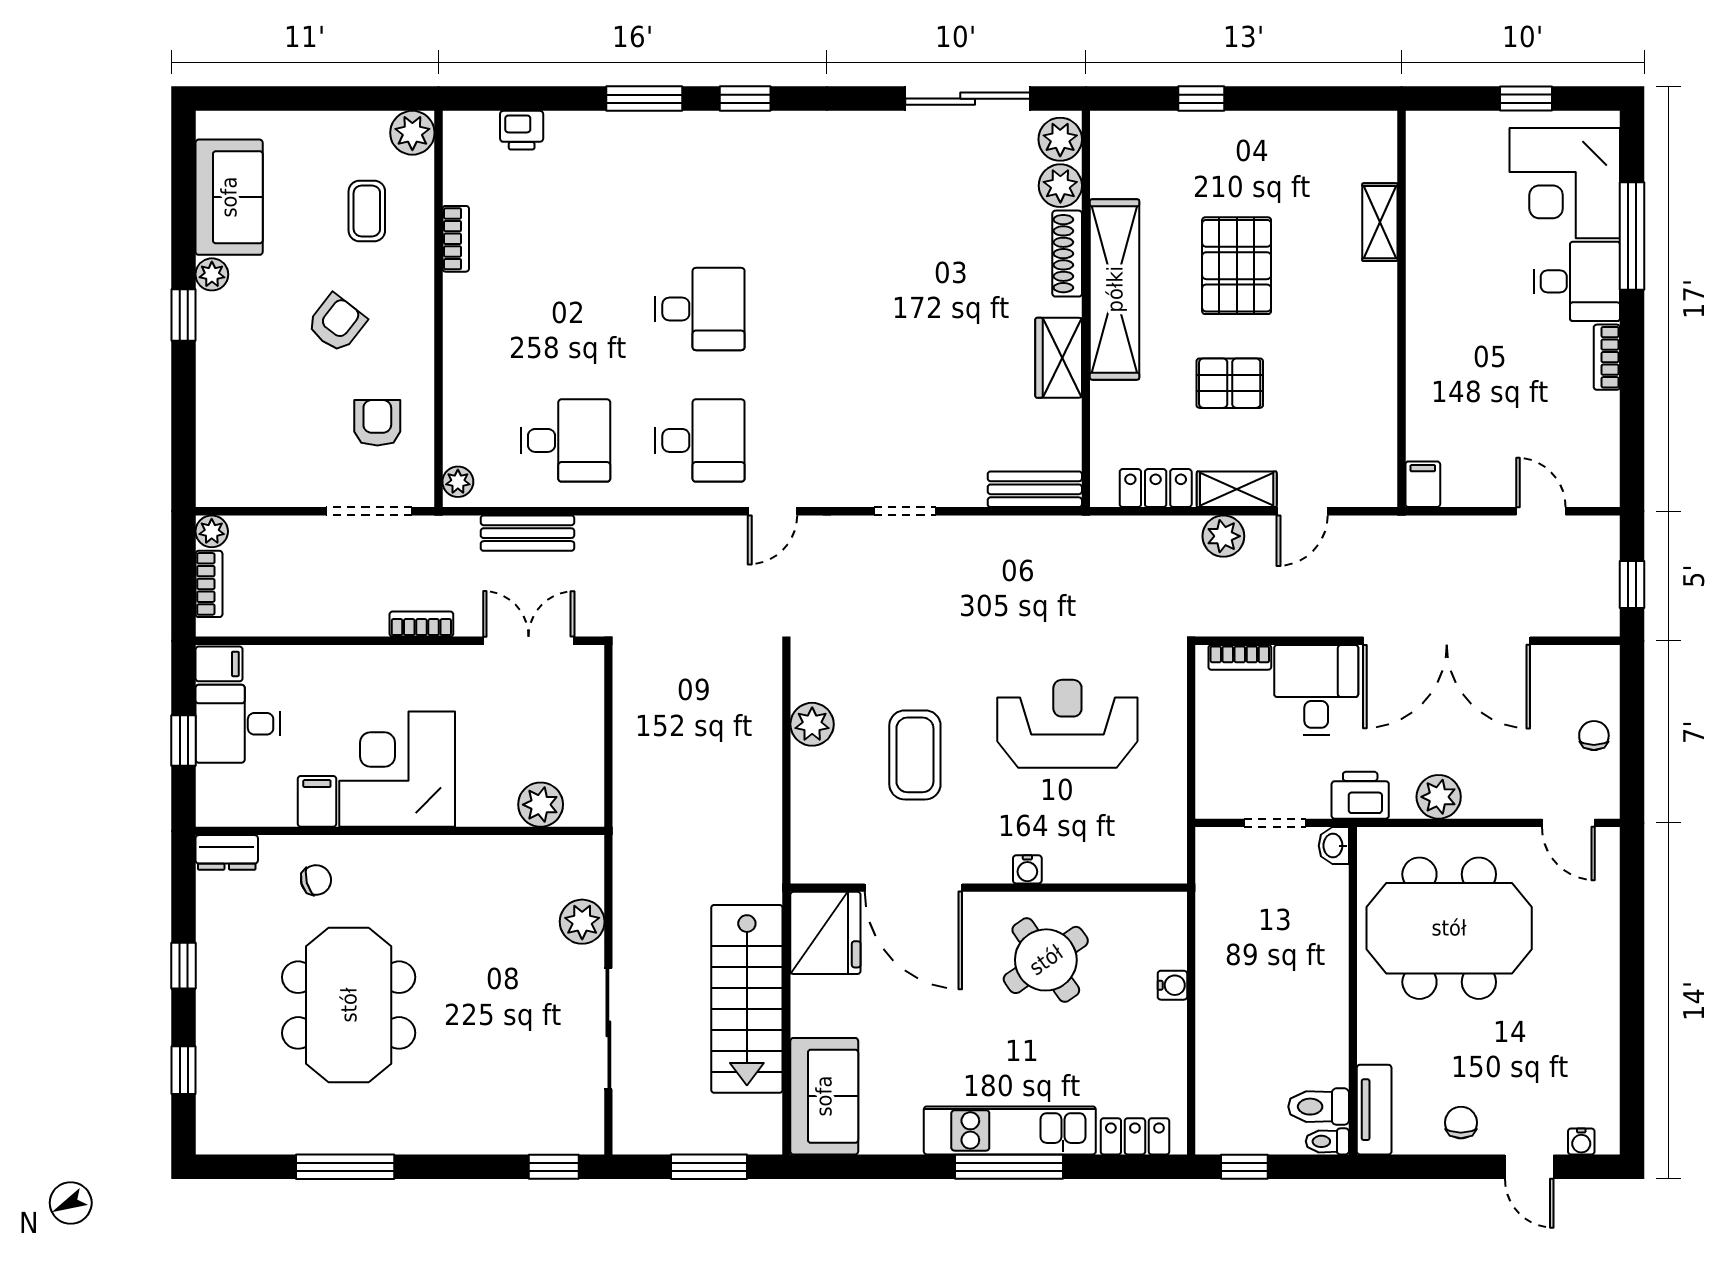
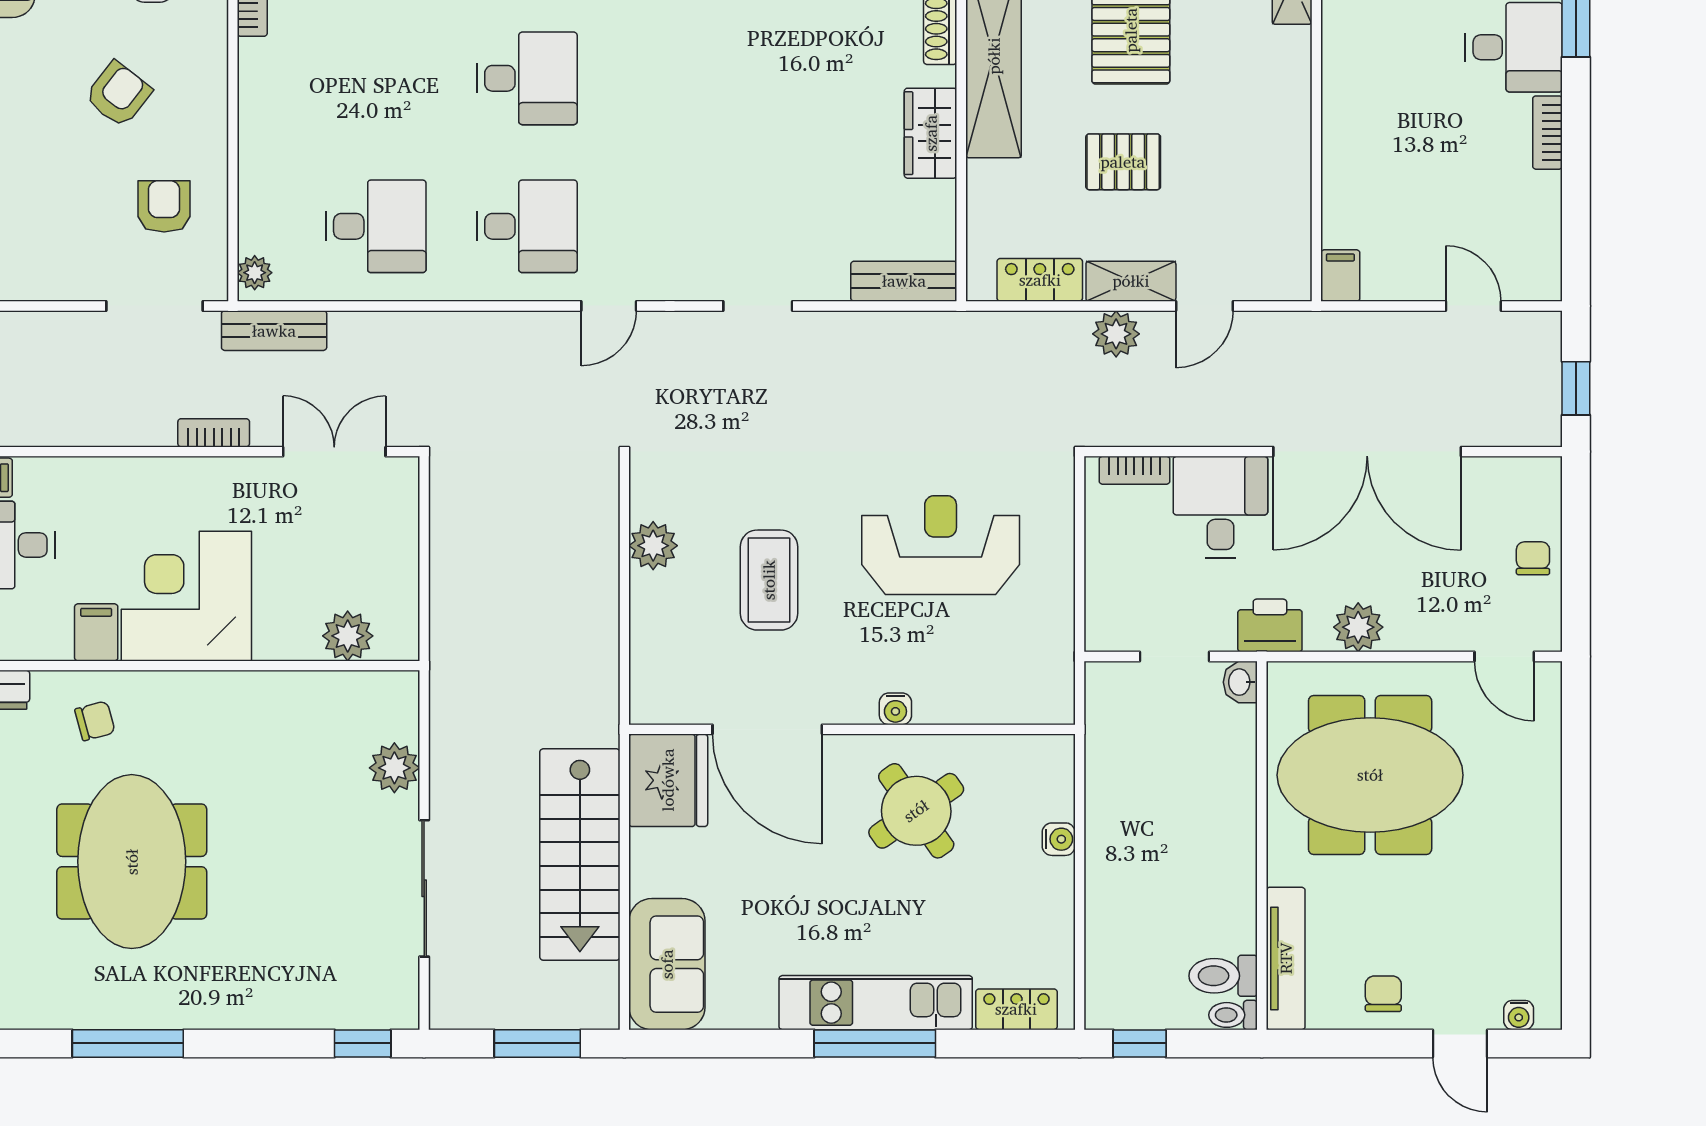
bench: (527, 533) -> (274, 331), moved
tv unit: (1374, 1110) -> (1286, 958), width x1.41

